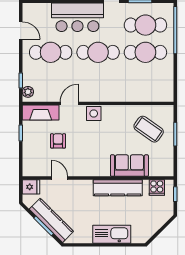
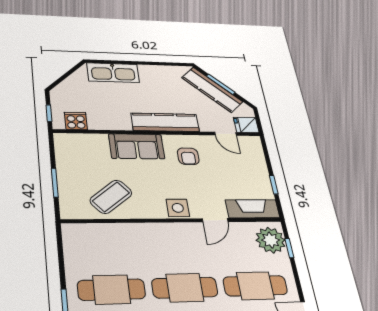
plant: (28, 92) -> (271, 240), width x1.87, depth x1.87
coffee table: (149, 129) -> (111, 197), moved, turned -75
armchair: (58, 141) -> (188, 156), moved
sofa: (129, 166) -> (137, 146), moved
door: (60, 178) -> (226, 134), moved
kitchen counter: (118, 188) -> (165, 122), moved
kitchen sink: (112, 234) -> (113, 73), moved

